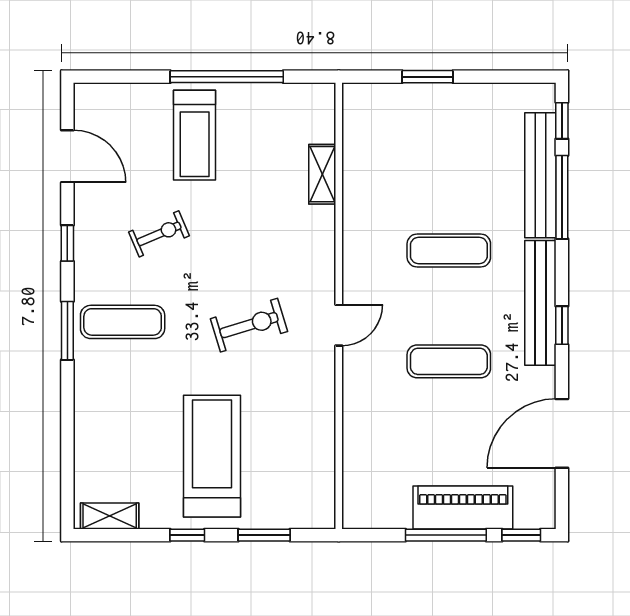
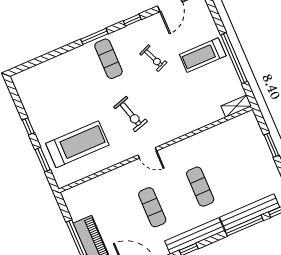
shelving: (322, 174) -> (236, 106), moved
treadmill: (212, 456) -> (77, 144), moved
shelving: (110, 516) -> (22, 89), removed

